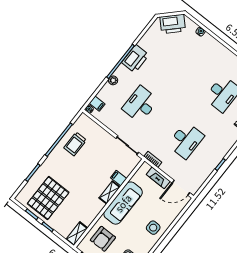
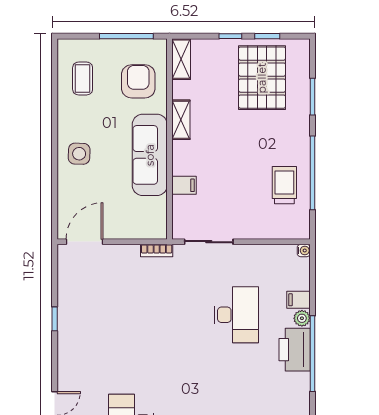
printer: (135, 59) -> (295, 350), moved
filing cabinet: (97, 104) -> (299, 300), moved
desk: (186, 140) -> (131, 315), removed
fireplace: (158, 178) -> (128, 230), removed
shelving: (110, 192) -> (181, 120), moved

